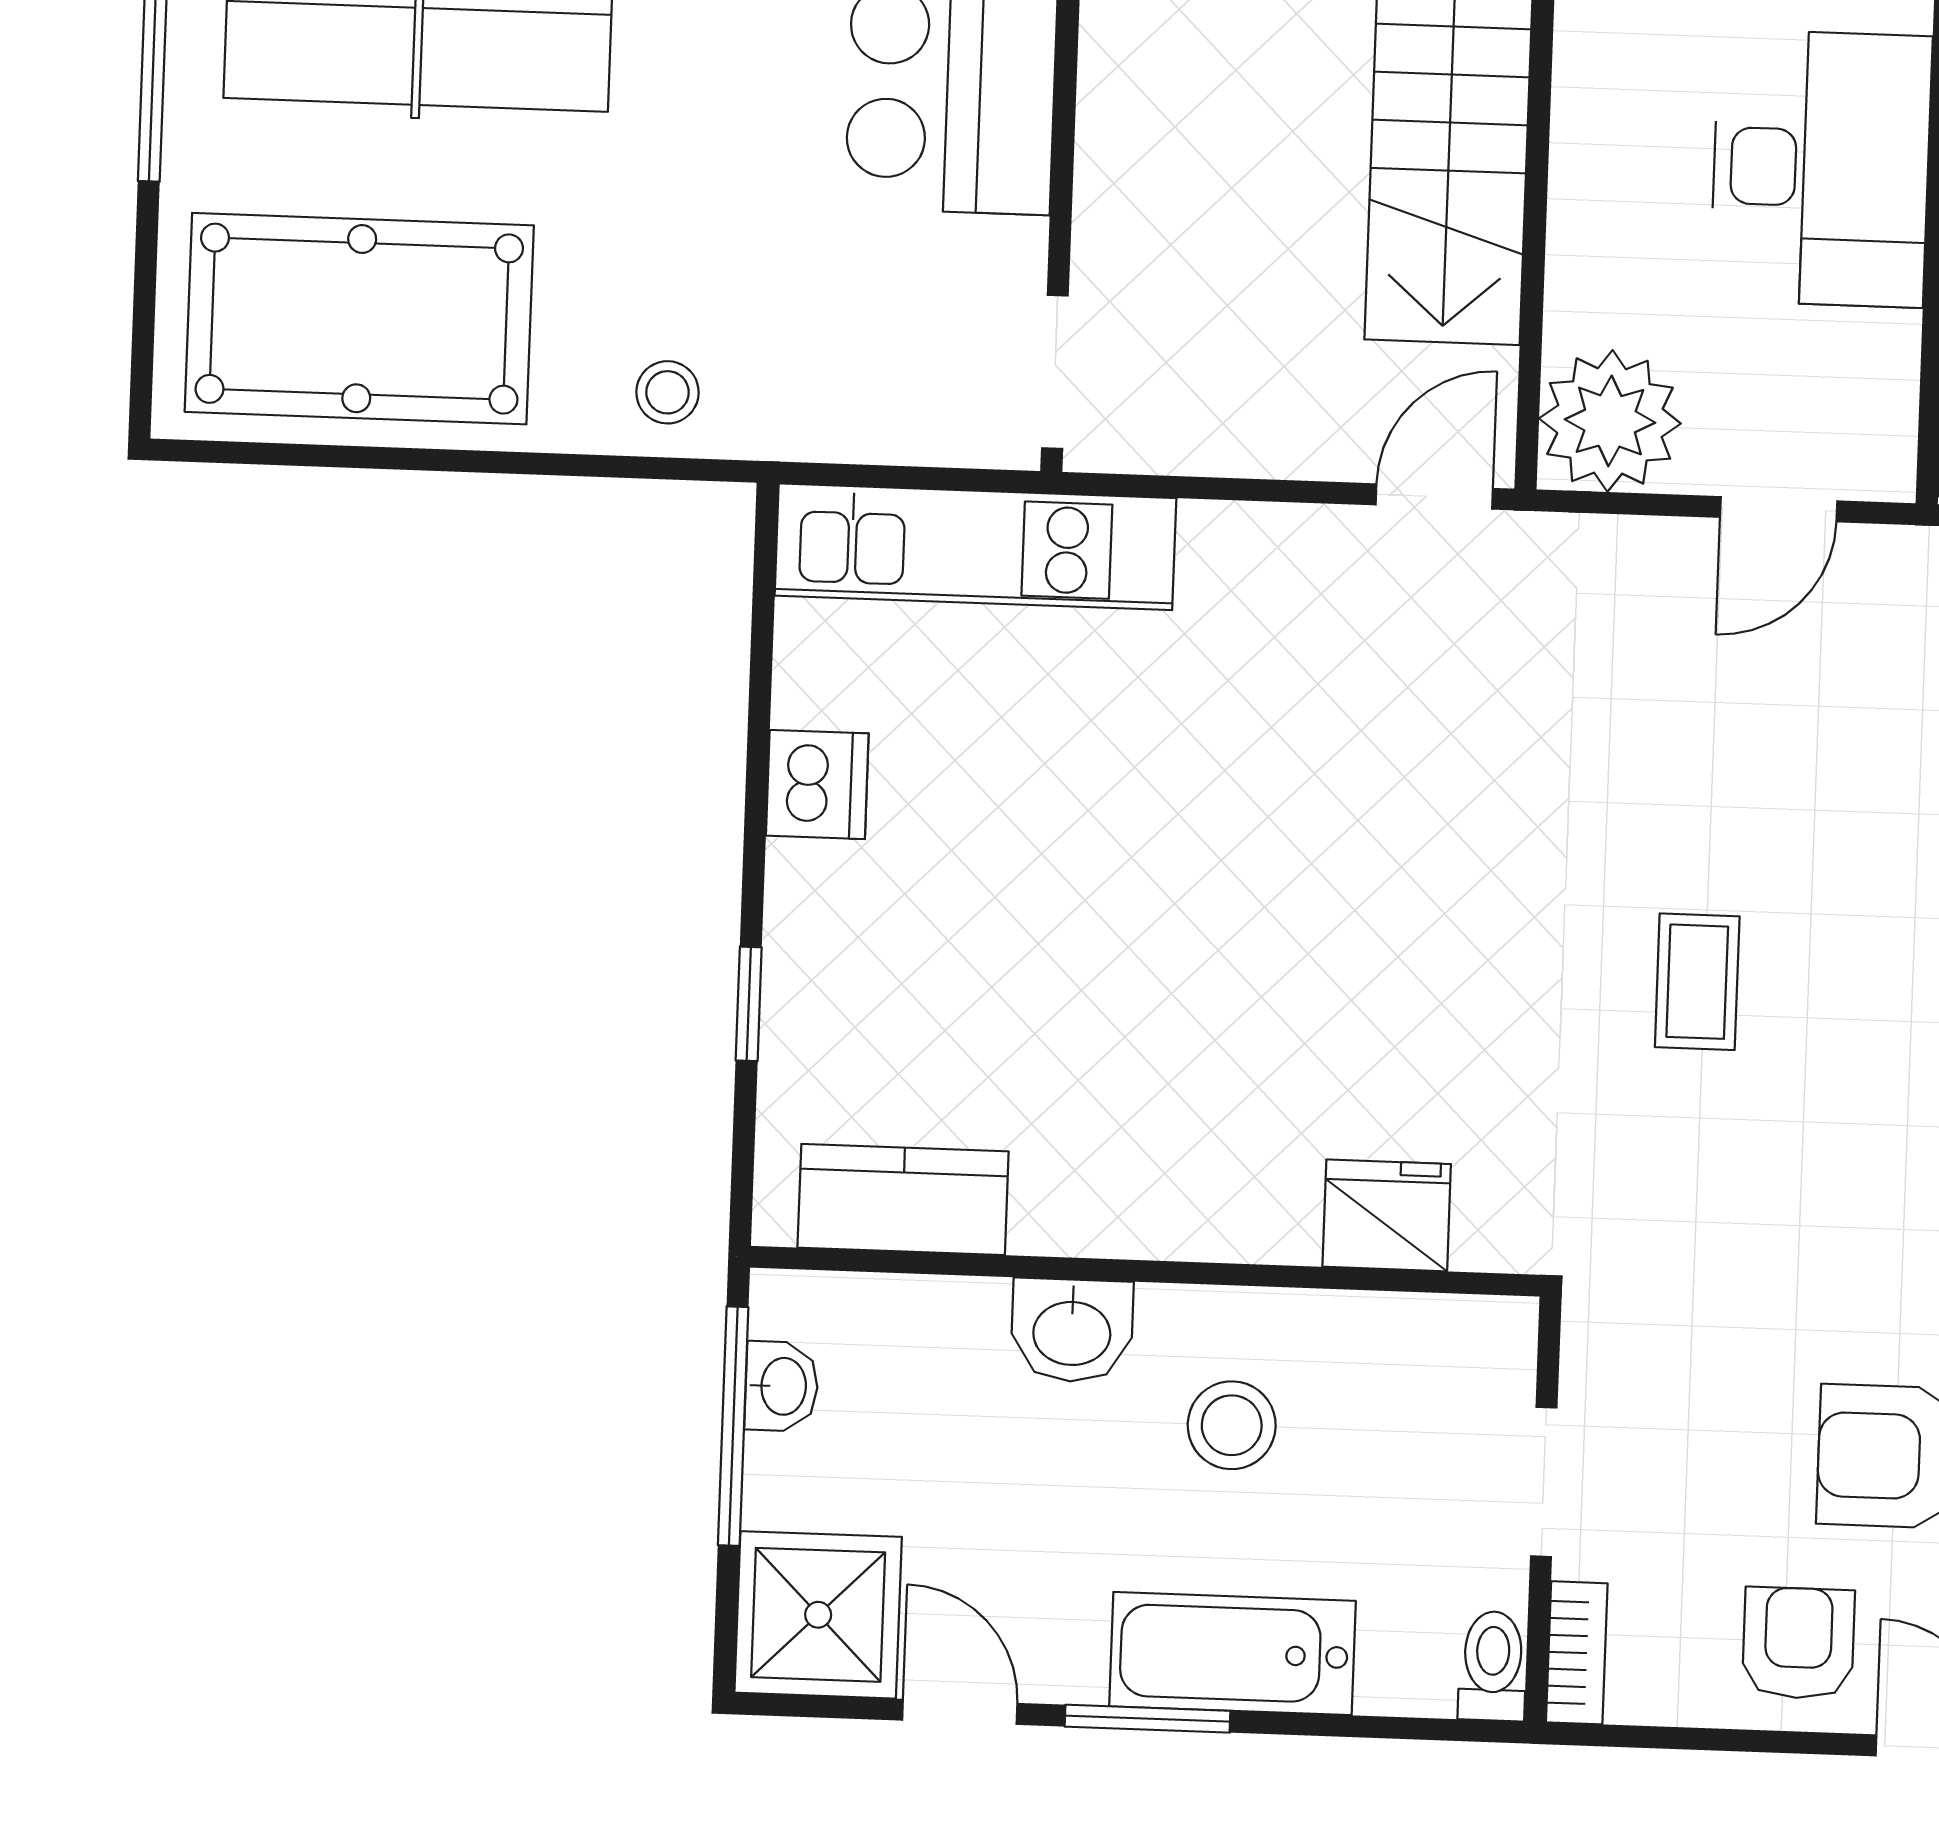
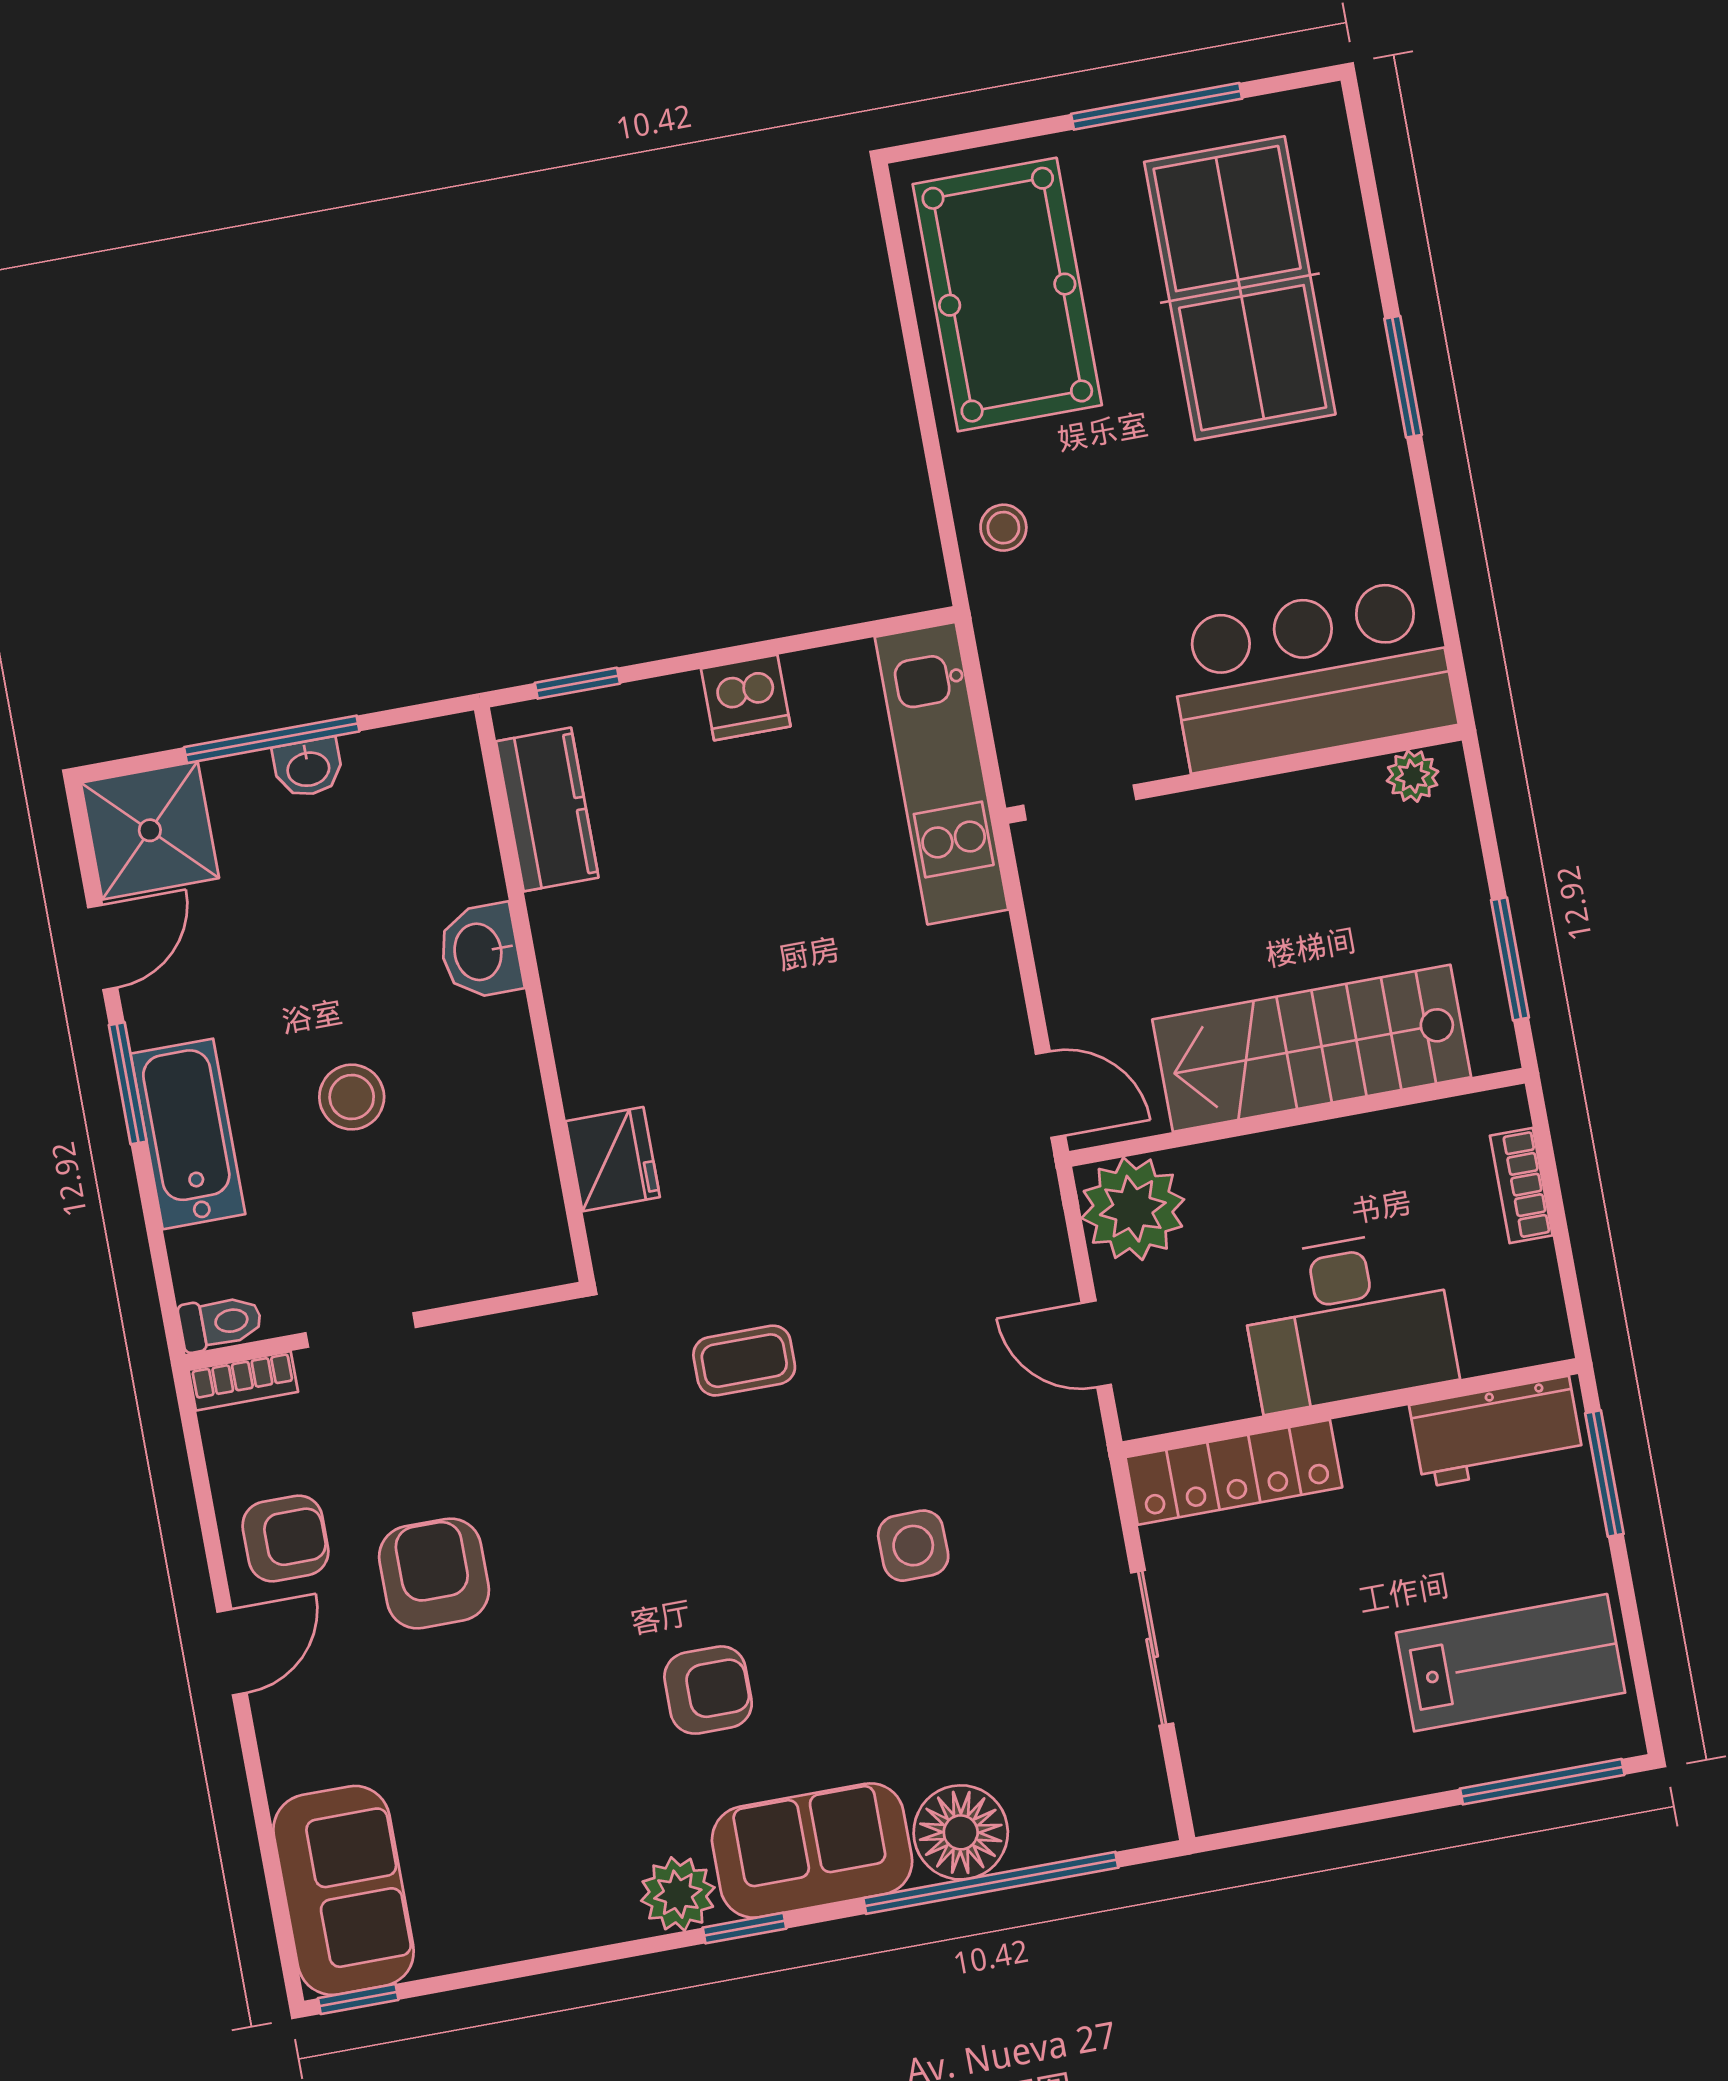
kitchen counter: (903, 1199) -> (547, 809), moved
fridge: (1387, 1215) -> (613, 1159), moved
wall: (1145, 1271) -> (534, 995), moved
washbasin: (1072, 1330) -> (480, 951), moved

